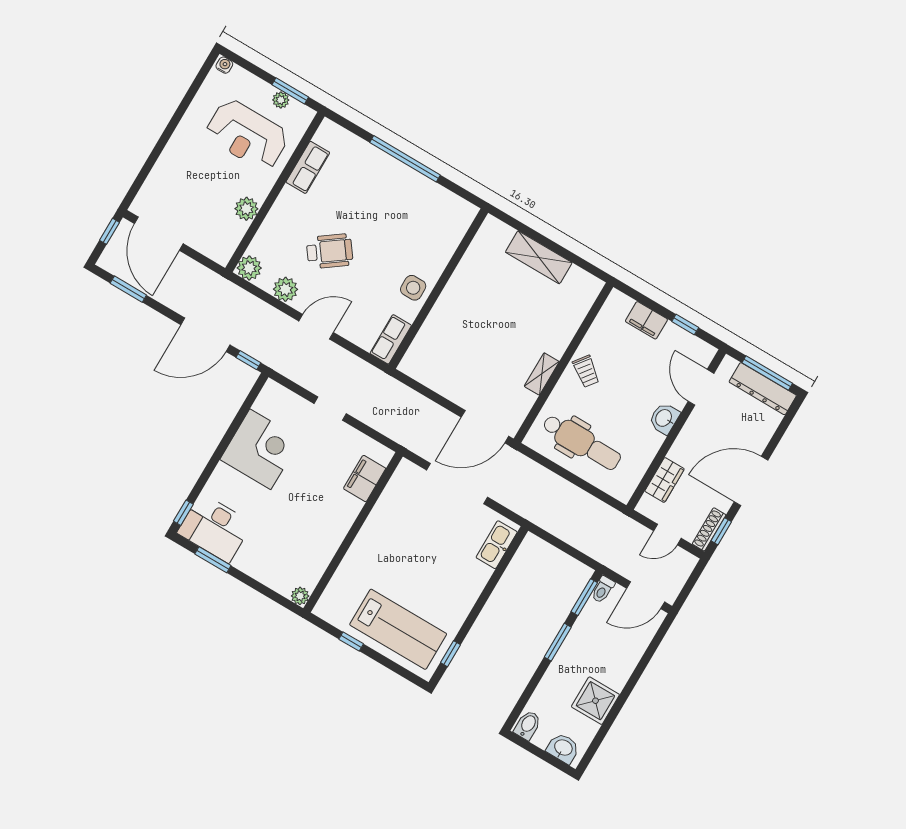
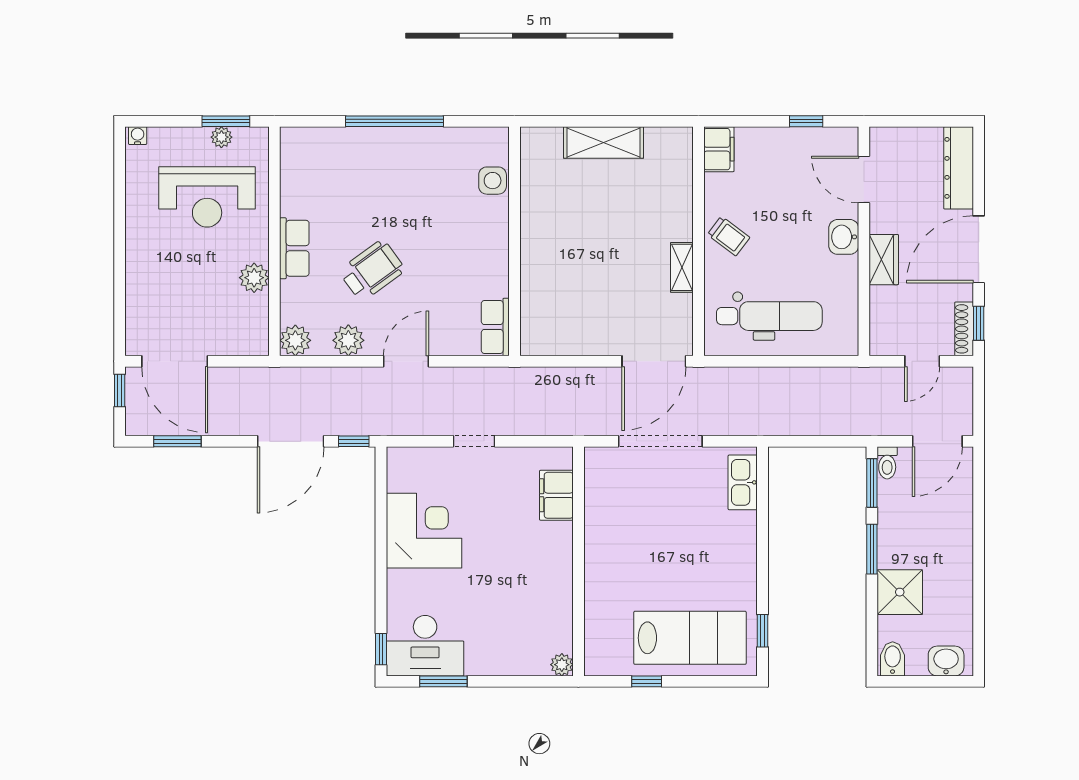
row of seats: (308, 167) -> (294, 248), moved
side table: (413, 288) -> (493, 181), moved
filing cabinet: (646, 320) -> (719, 149), moved, turned -90
window: (767, 373) -> (927, 121), removed
dresser: (763, 389) -> (959, 168), moved, turned 90
wardrobe: (665, 480) -> (884, 260), moved
shower: (595, 701) -> (900, 592), moved

